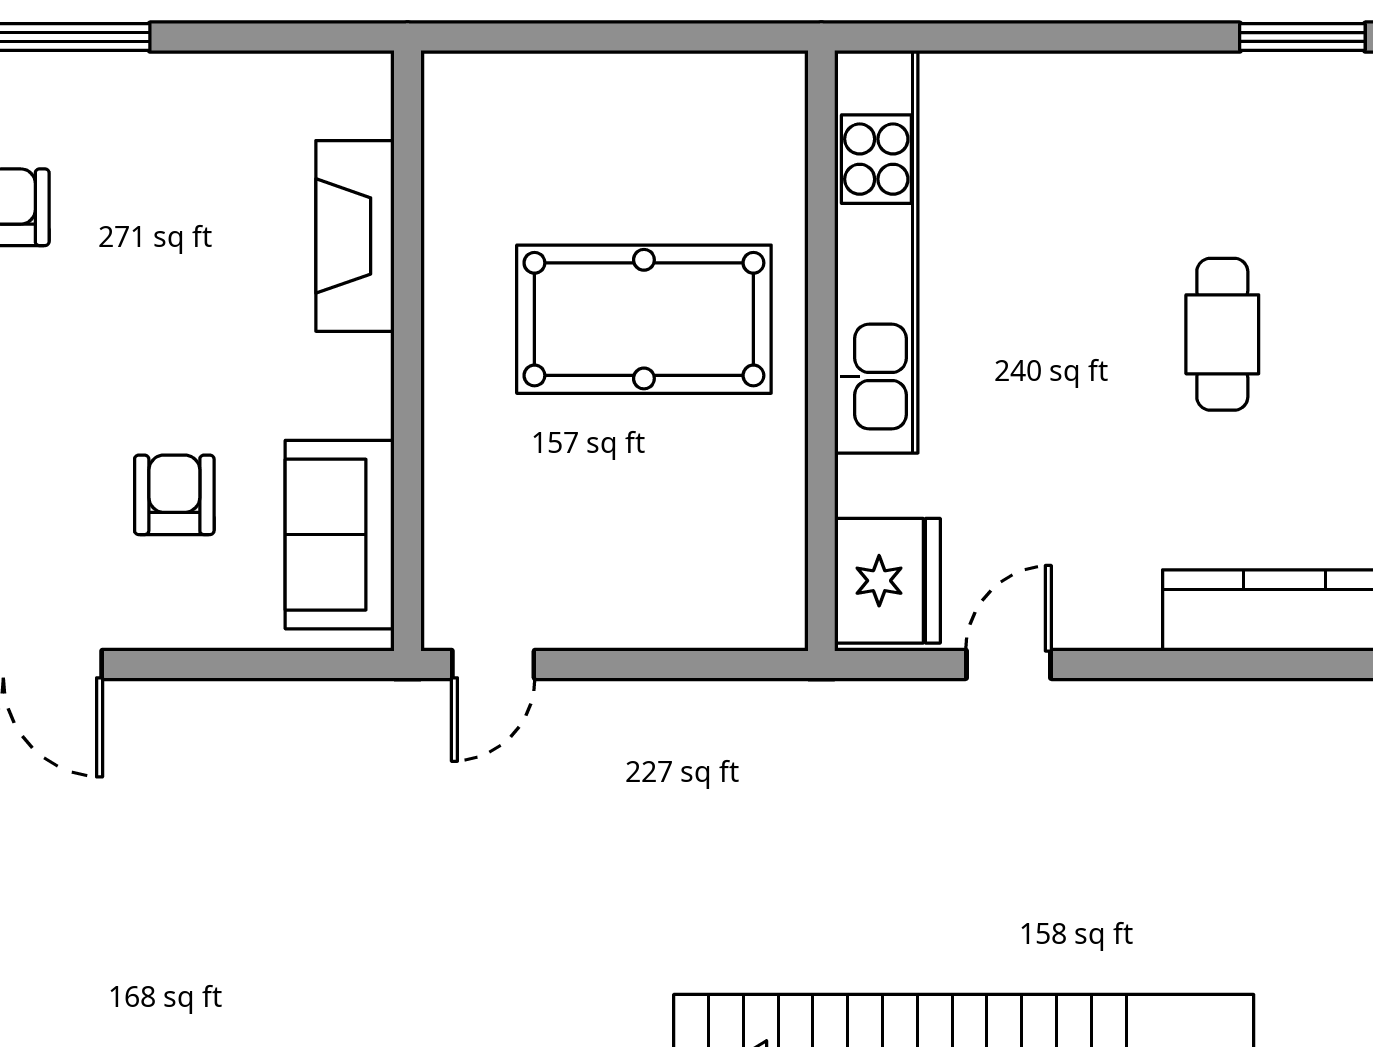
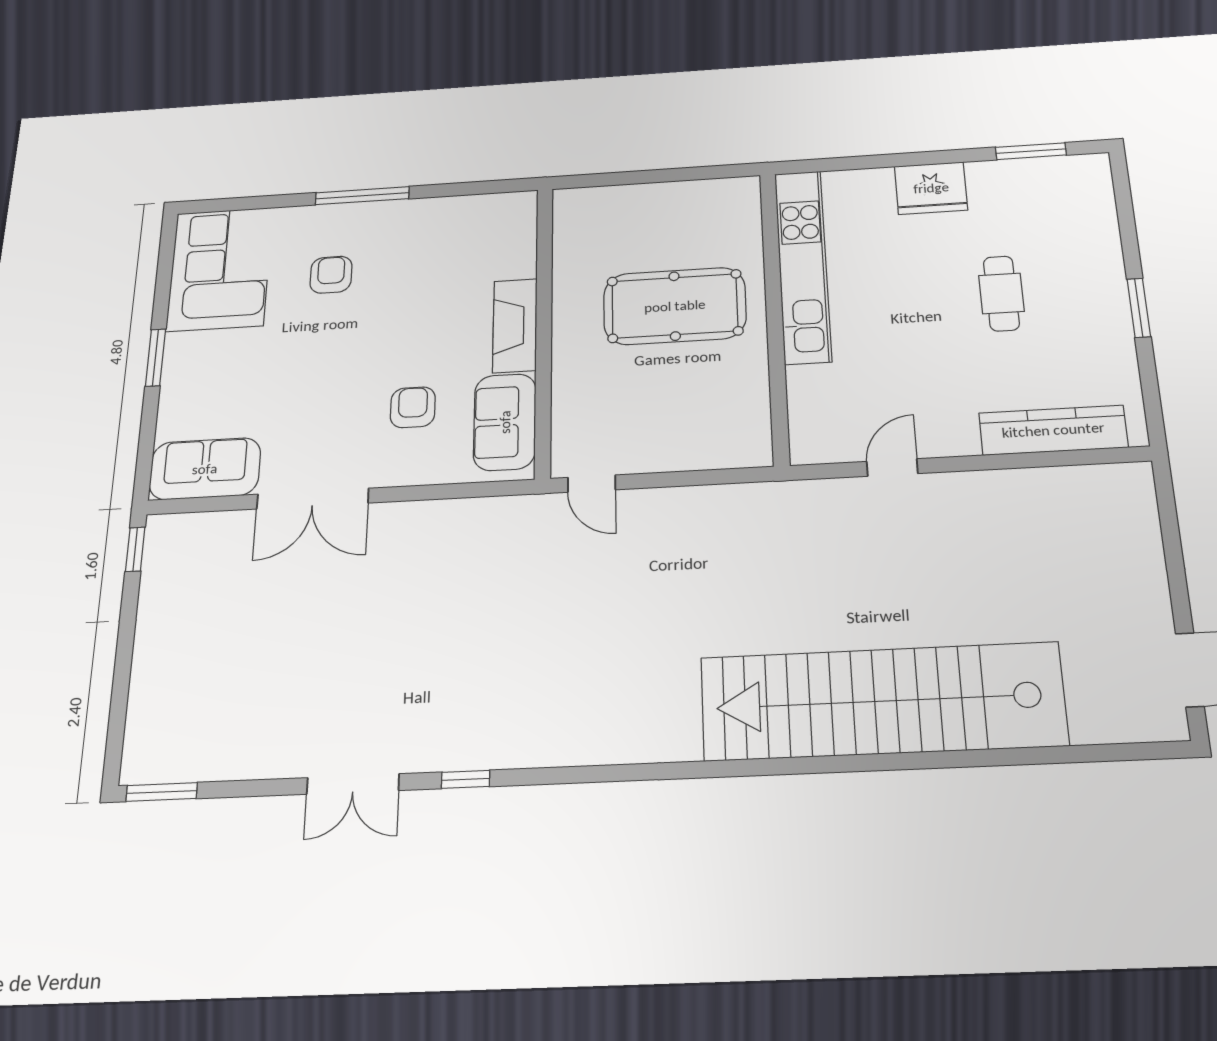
fireplace: (355, 236) -> (515, 326), moved
fridge: (888, 581) -> (931, 188), moved, turned 90
door: (493, 664) -> (592, 484), hinge flipped

